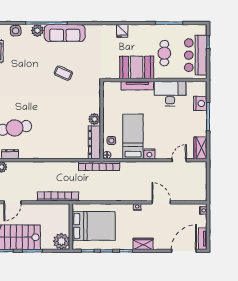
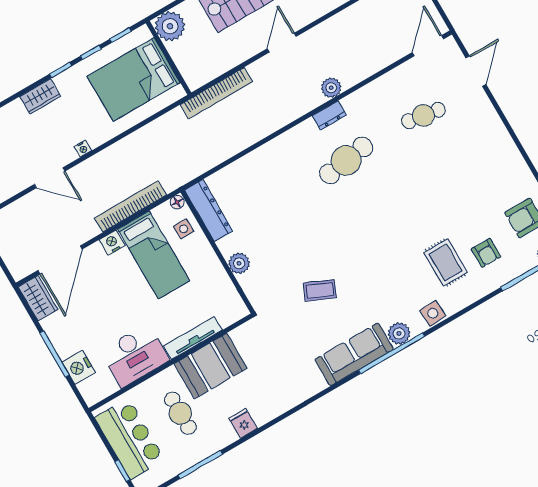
fridge: (122, 31) -> (243, 423), moved
plant: (94, 119) -> (239, 263), moved
door: (179, 160) -> (60, 260), width x1.88
bookcase: (99, 166) -> (130, 206), moved

